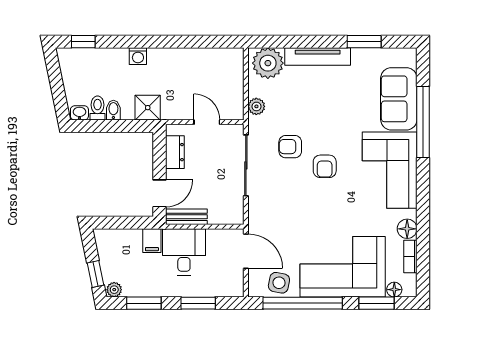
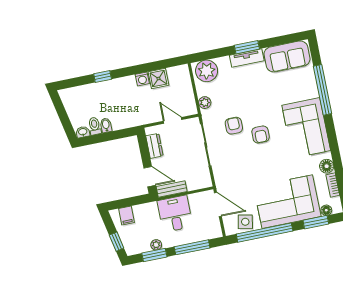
window: (83, 42) -> (103, 76), moved
window: (364, 42) -> (247, 47), moved
washing machine: (138, 56) -> (142, 79), moved
tv unit: (318, 57) -> (247, 58), width x0.71
sofa: (399, 99) -> (287, 56), moved, turned -90
shower: (148, 108) -> (158, 79), moved
armchair: (290, 147) -> (234, 126), turned 90
door: (159, 193) -> (150, 177), hinge flipped
filing cabinet: (152, 241) -> (126, 216), moved
plant: (114, 290) -> (156, 245), moved
window: (198, 303) -> (192, 247), width x1.44

